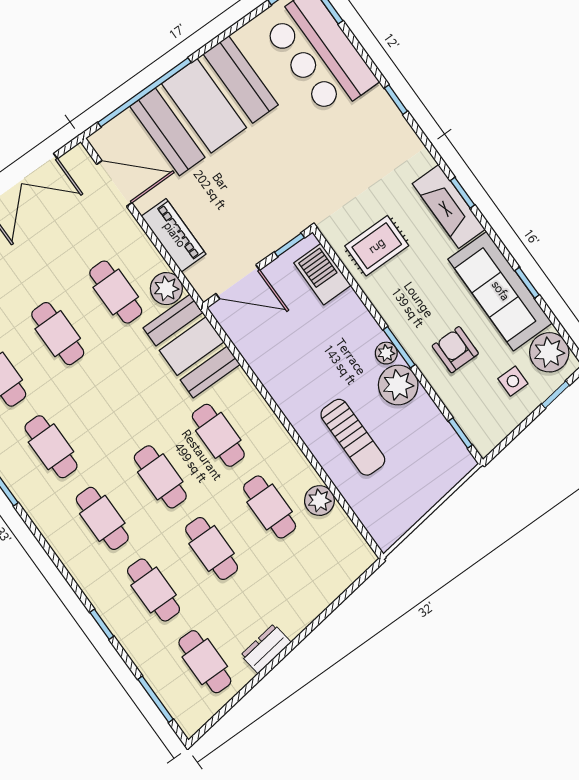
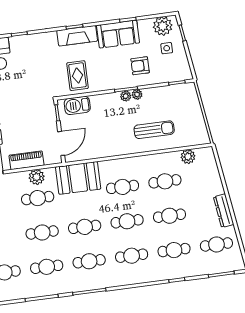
plant: (166, 289) -> (37, 177), moved
sofa: (500, 291) -> (118, 34), width x0.73
plant: (398, 385) -> (137, 94), width x0.53, depth x0.53
cafe table: (109, 405) -> (85, 227), added
plant: (319, 501) -> (188, 157), moved
dresser: (266, 649) -> (224, 211), width x1.44

